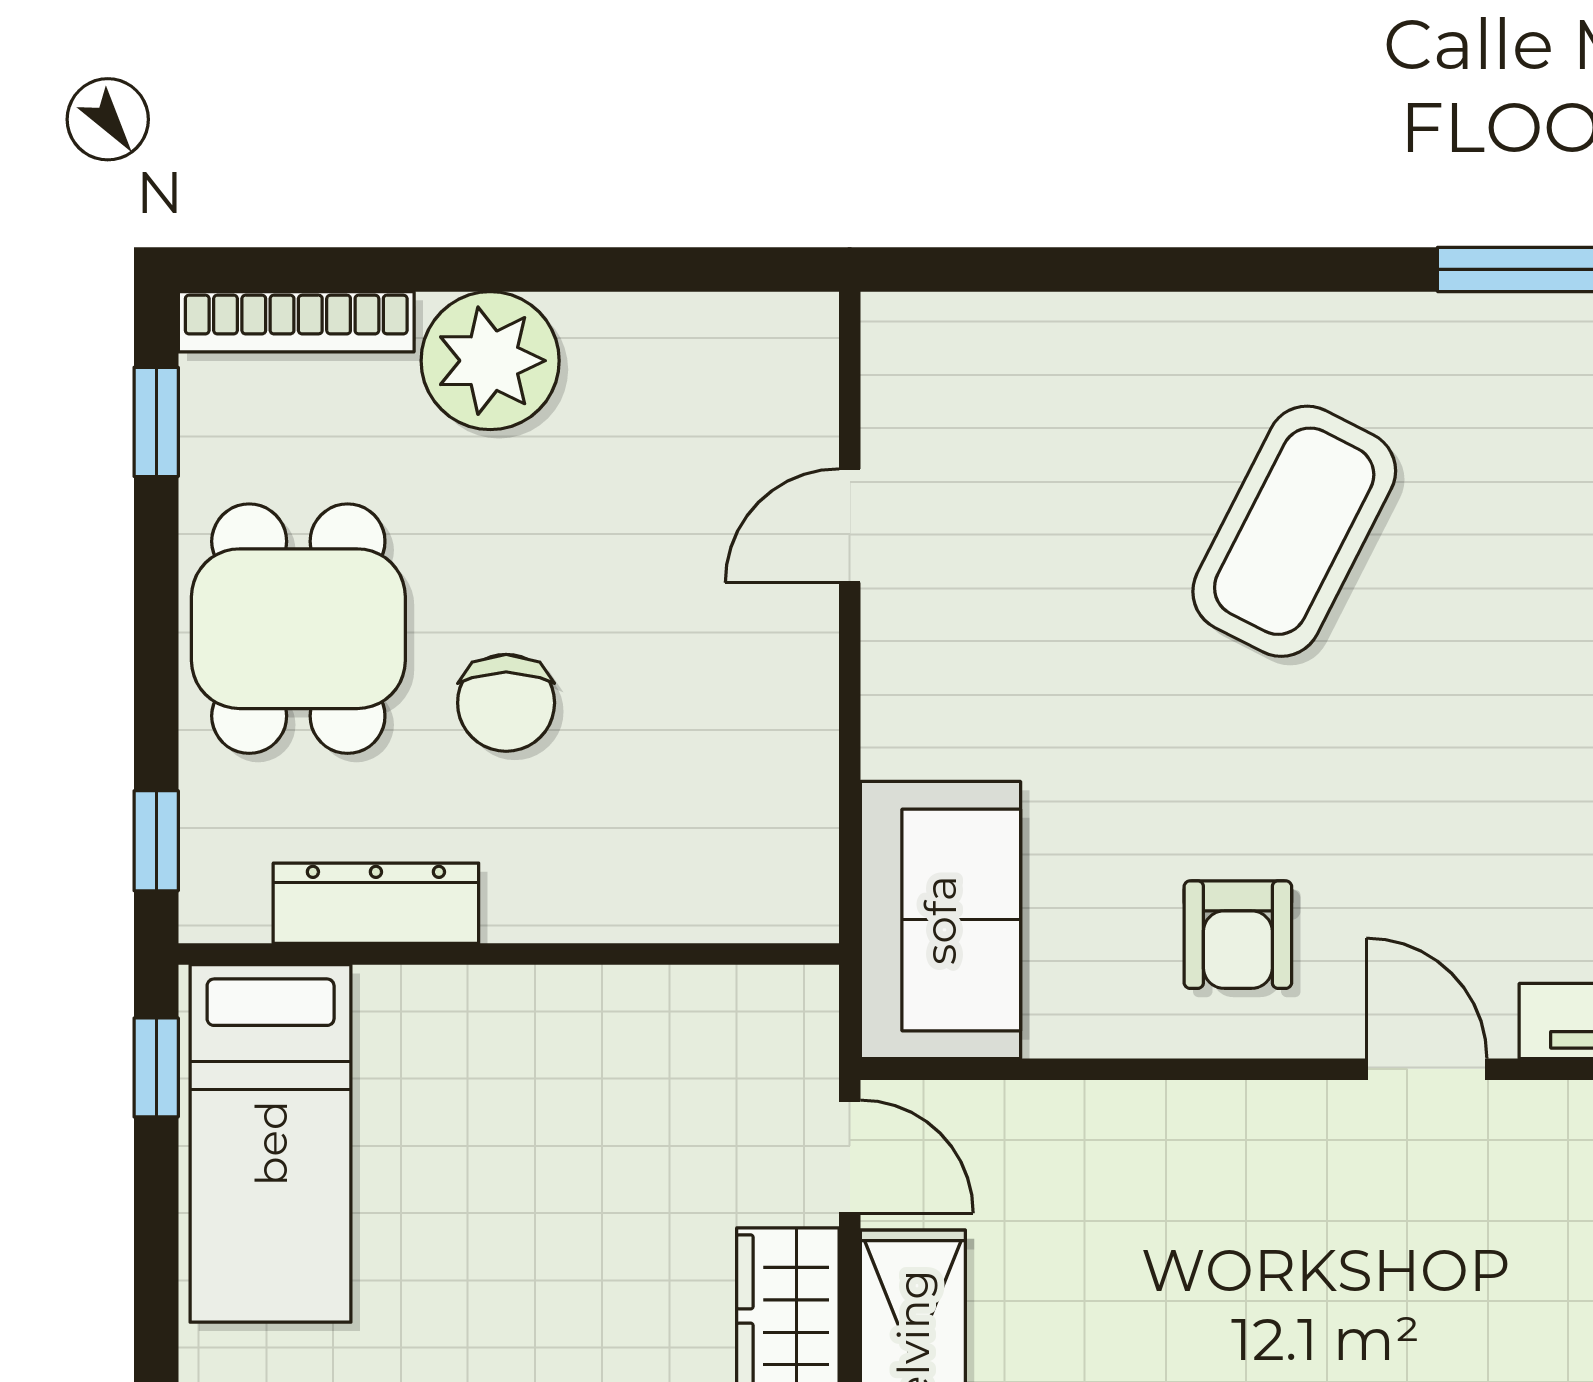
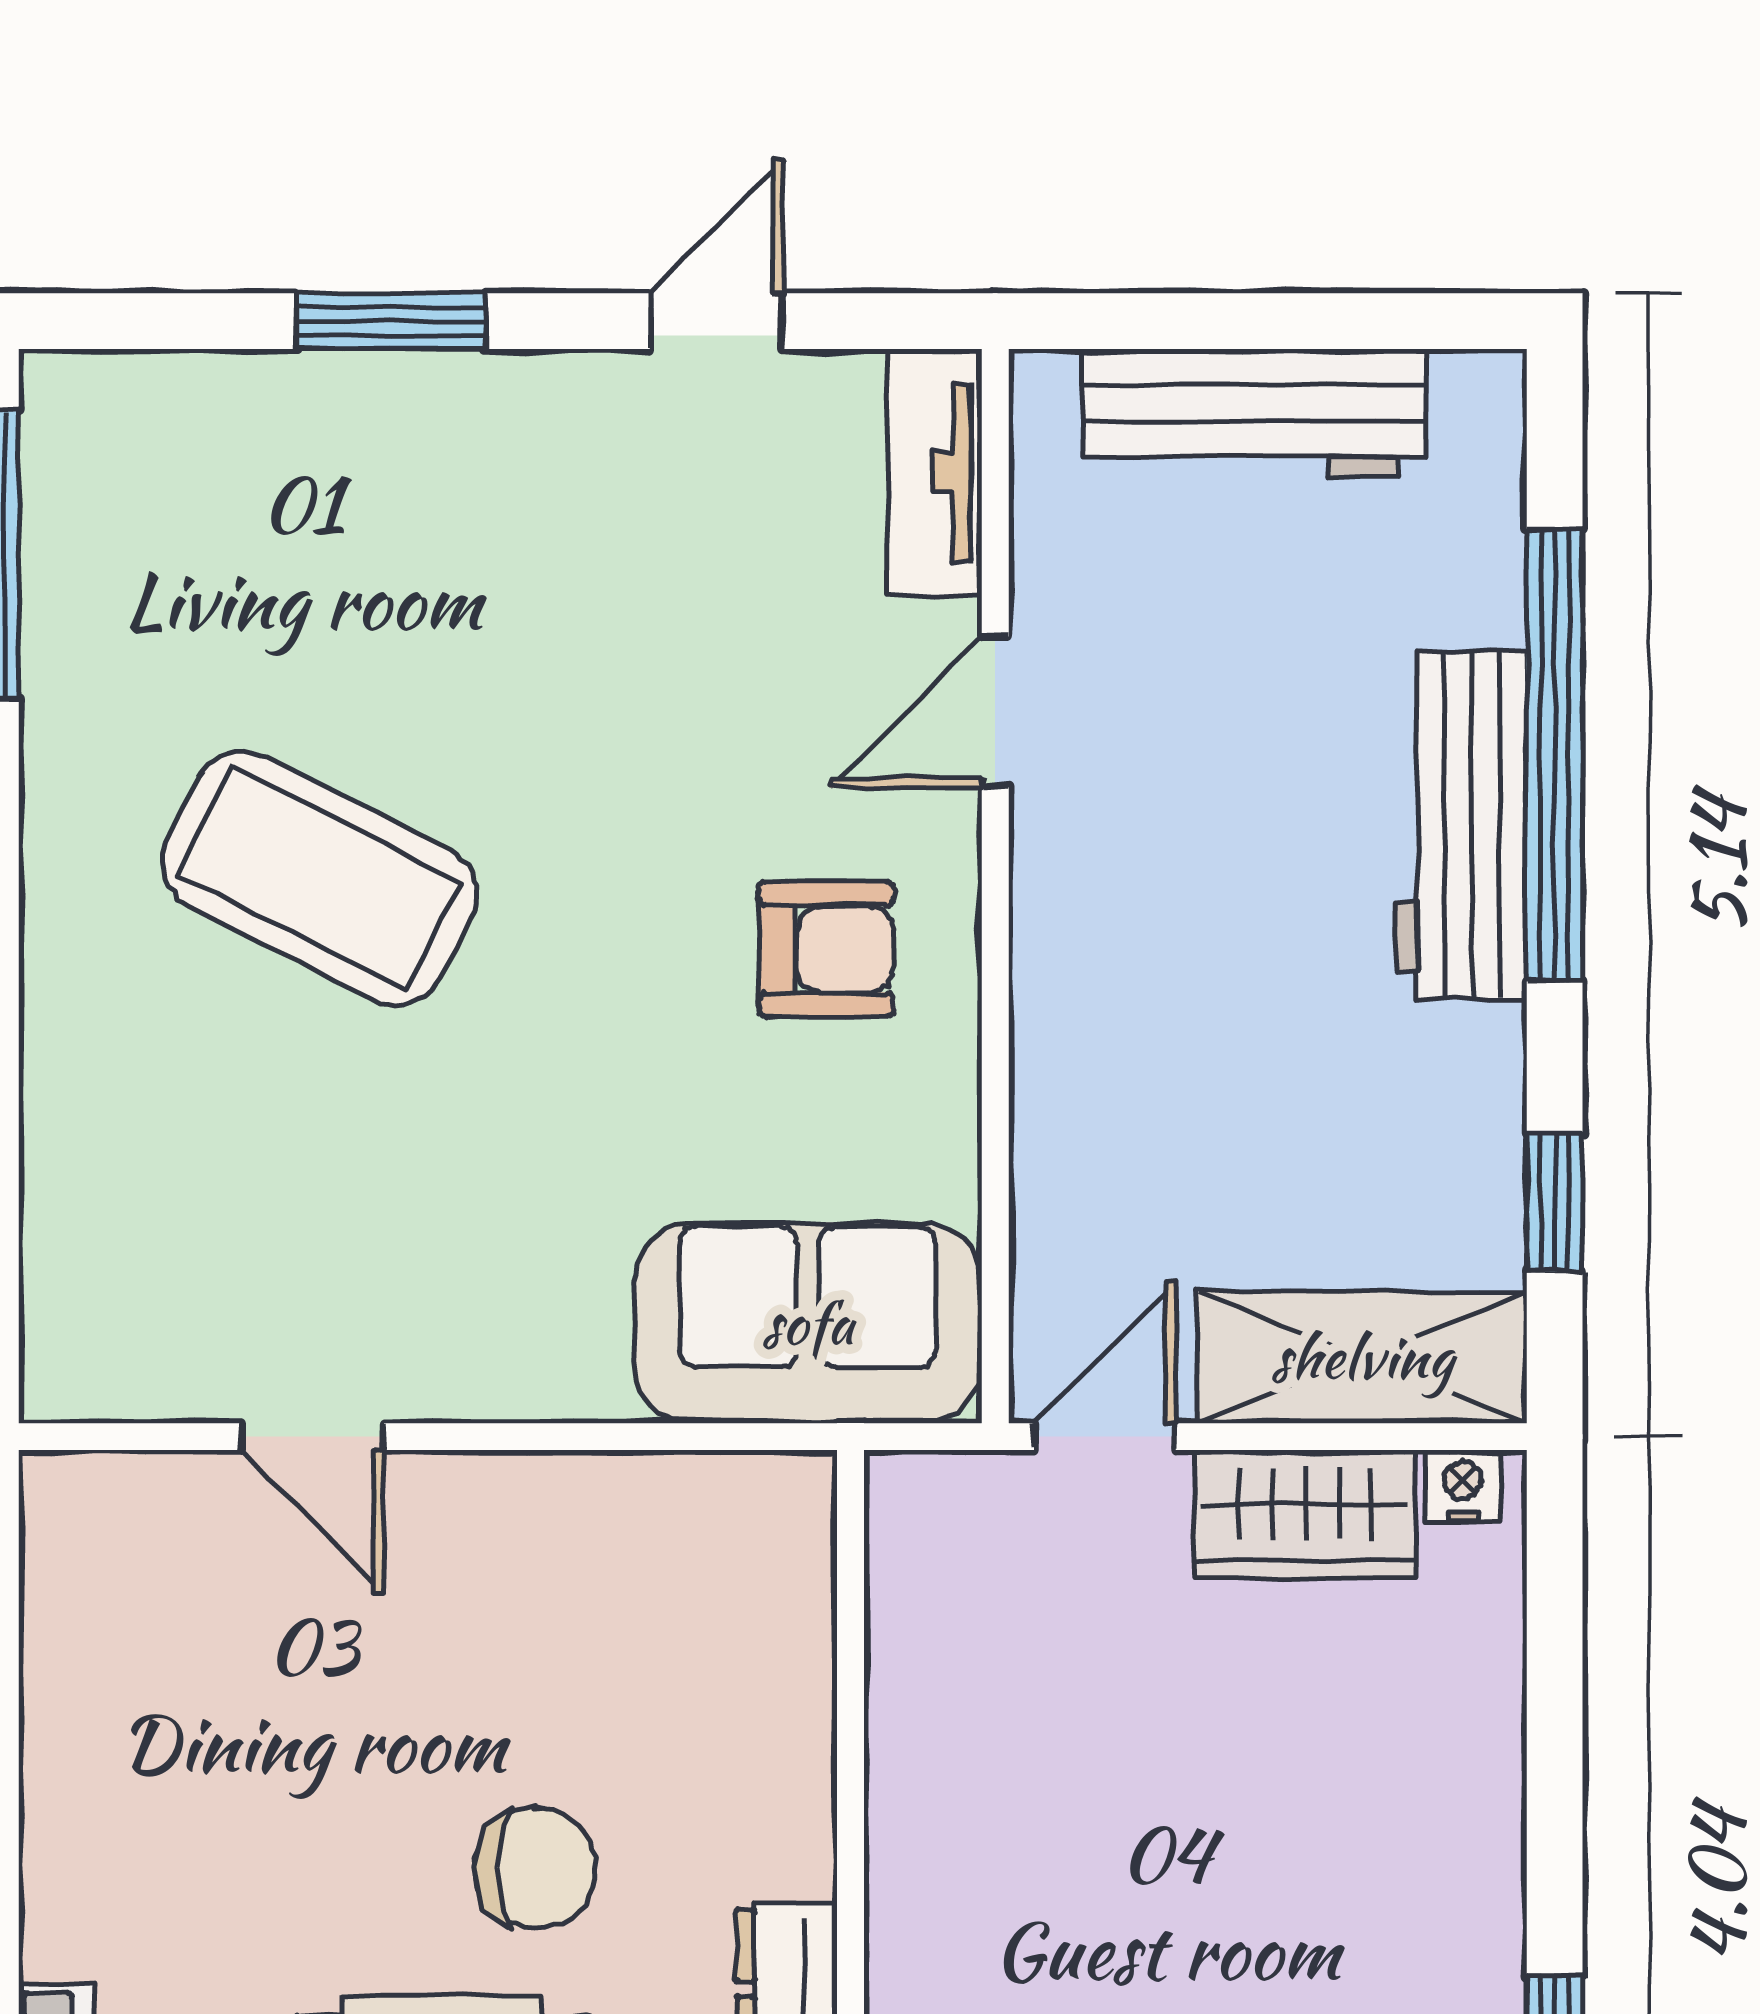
plant: (490, 361) -> (105, 1888), removed

